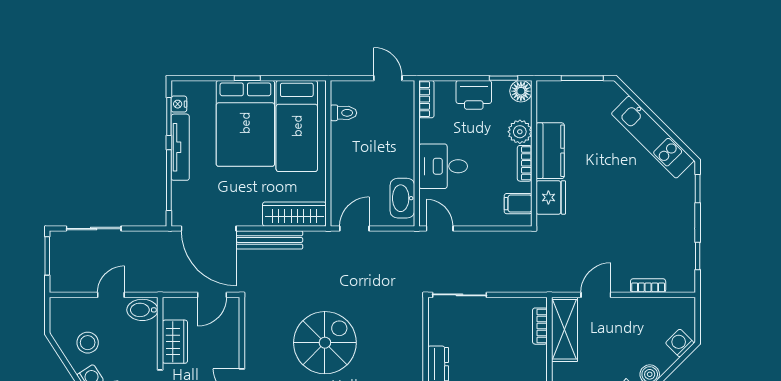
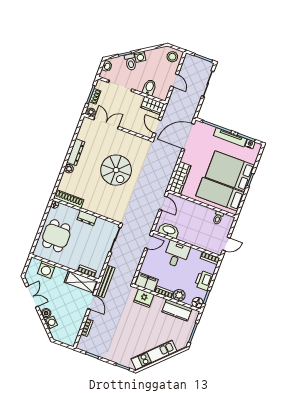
kitchen counter: (550, 151) -> (177, 310), moved
filing cabinet: (518, 204) -> (147, 282), width x2.00
bench: (270, 240) -> (105, 281), moved
bidet: (142, 310) -> (149, 87), moved
wardrobe: (175, 342) -> (153, 106), moved
stool: (88, 343) -> (172, 57), moved
washing machine: (680, 343) -> (51, 323), moved

